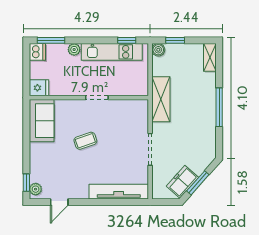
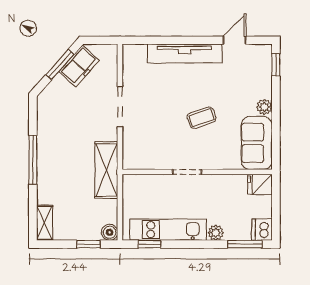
plant: (36, 189) -> (264, 107), moved
tv unit: (119, 192) -> (185, 54), moved

